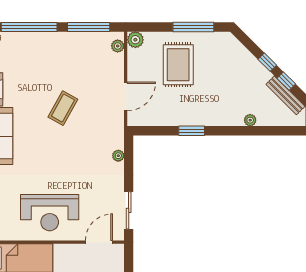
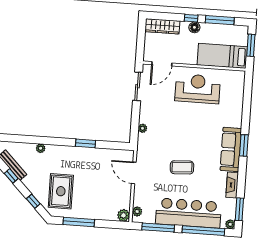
bar counter: (50, 49) -> (188, 213), added
window: (267, 62) -> (33, 201), moved
rug: (178, 65) -> (61, 191), moved
door: (126, 96) -> (134, 173), hinge flipped
coffee table: (63, 108) -> (182, 167), turned 58

